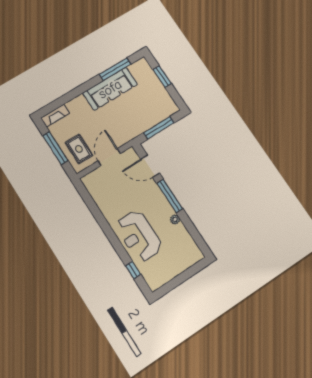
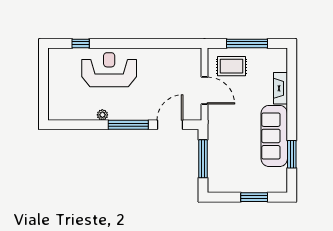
window: (115, 69) -> (292, 154), width x0.69
fireplace: (55, 116) -> (281, 88), moved

